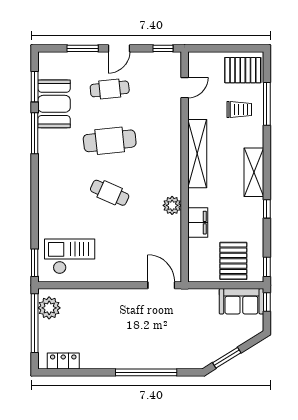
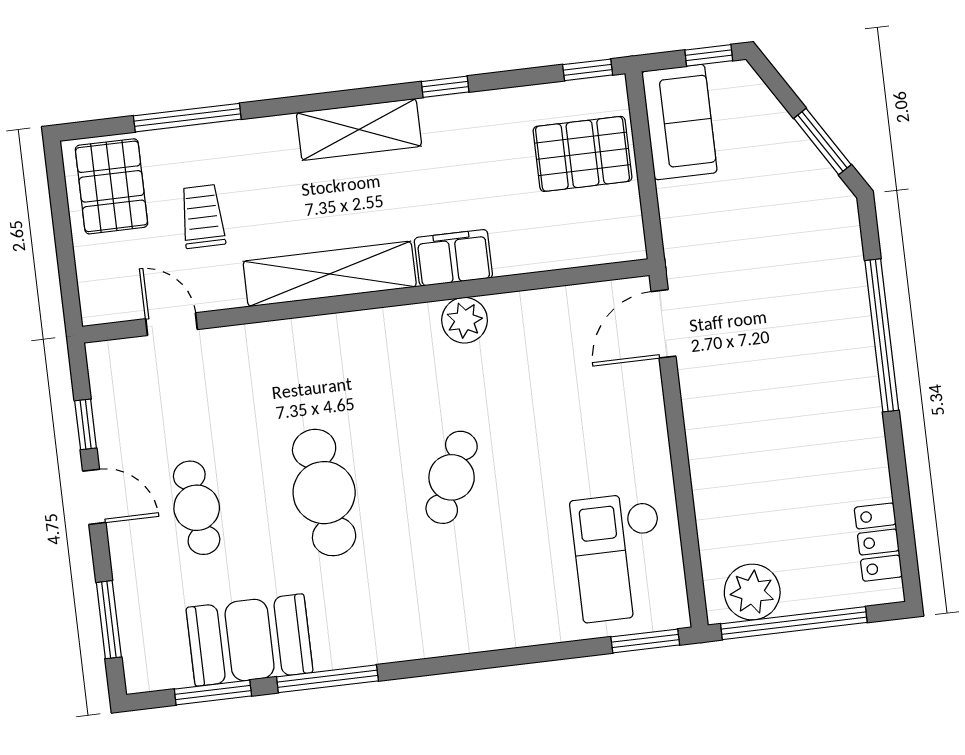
window: (83, 48) -> (109, 620), moved
window: (163, 48) -> (86, 424), moved
trolley: (239, 110) -> (203, 216), moved
filing cabinet: (198, 223) -> (453, 258), moved
window: (267, 302) -> (709, 55), moved

